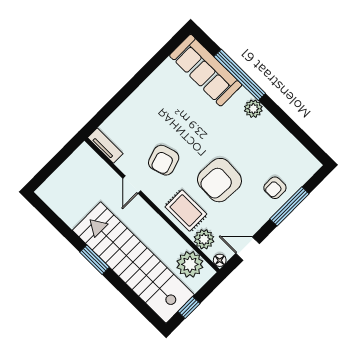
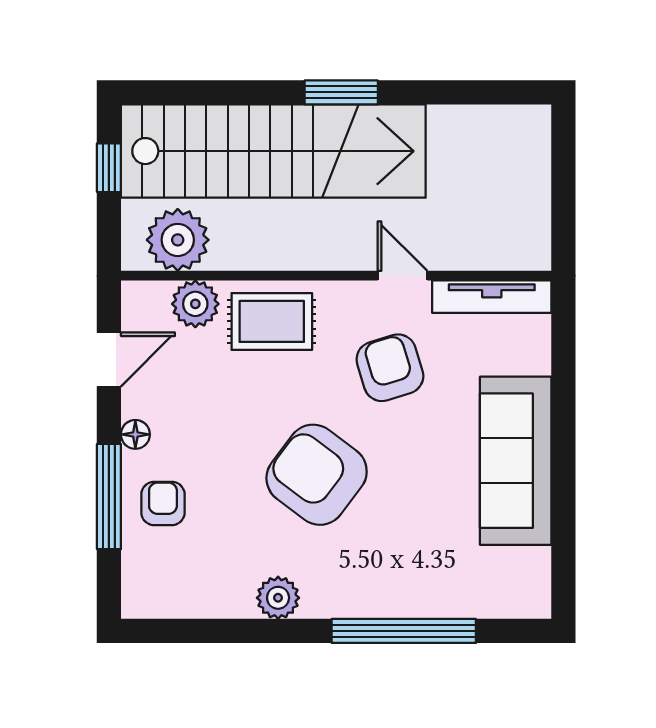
sofa: (206, 70) -> (516, 461), moved, turned -90
plant: (253, 109) -> (278, 598), moved
tv unit: (105, 146) -> (492, 297), width x1.41
armchair: (219, 180) -> (317, 475), moved, turned -56
floor lamp: (220, 260) -> (135, 434), moved

